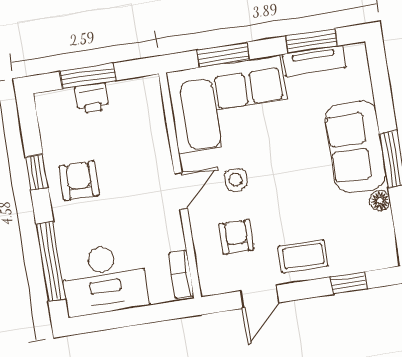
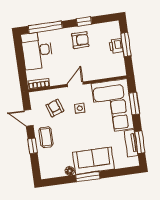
door: (181, 191) -> (75, 84), swing flipped
armchair: (236, 237) -> (55, 108), turned -109
window: (349, 283) -> (33, 146), moved

